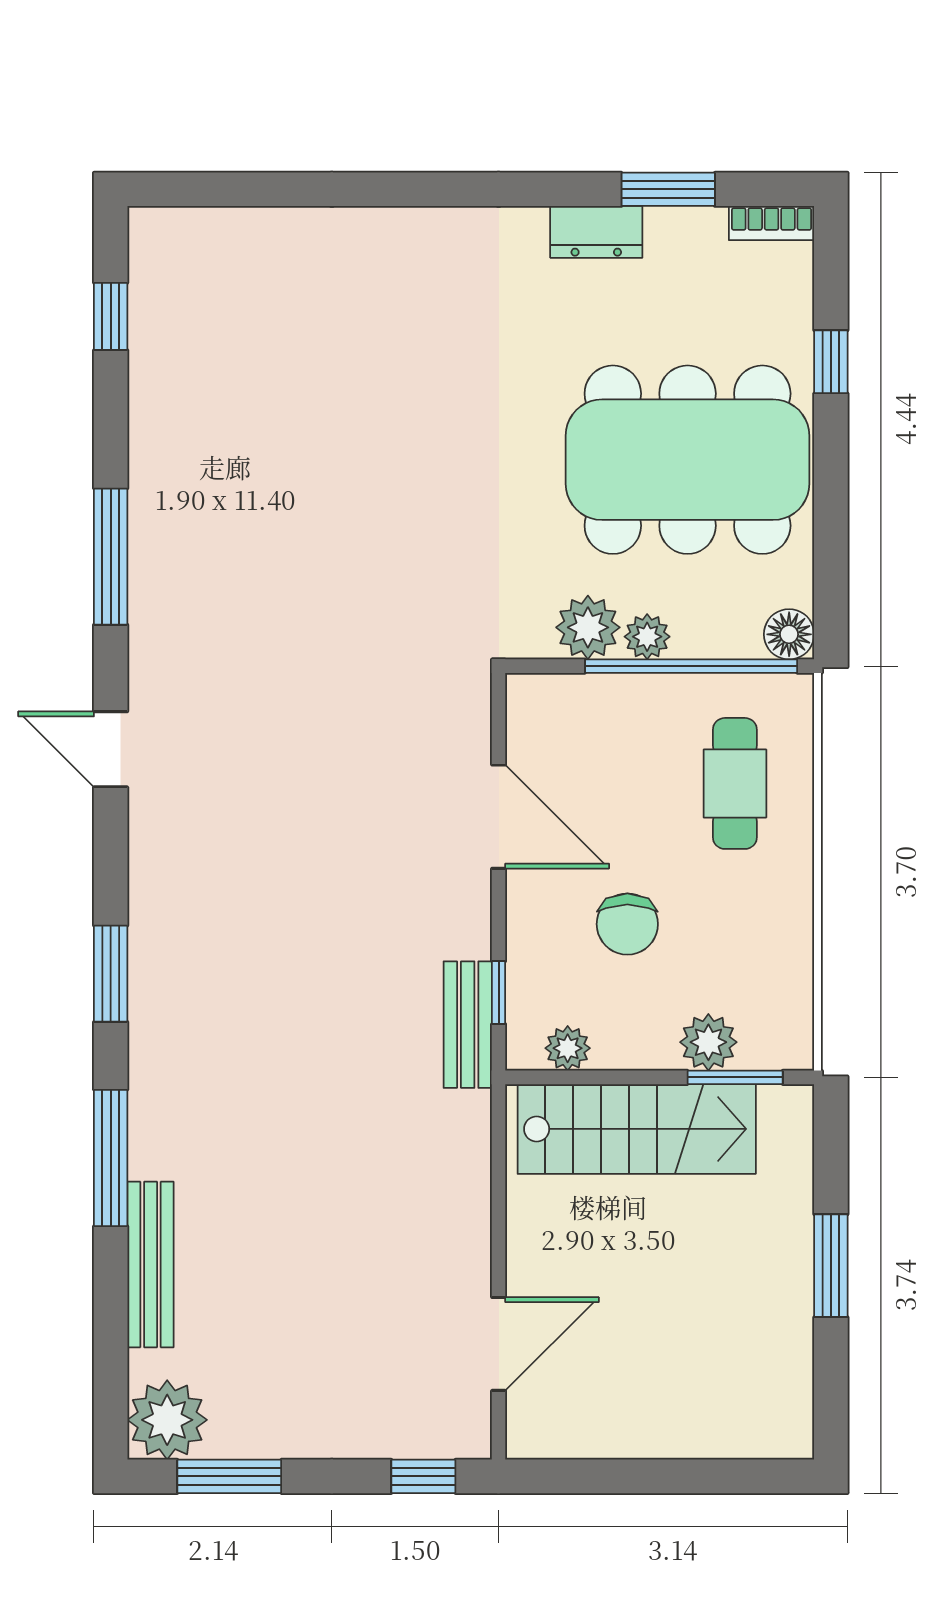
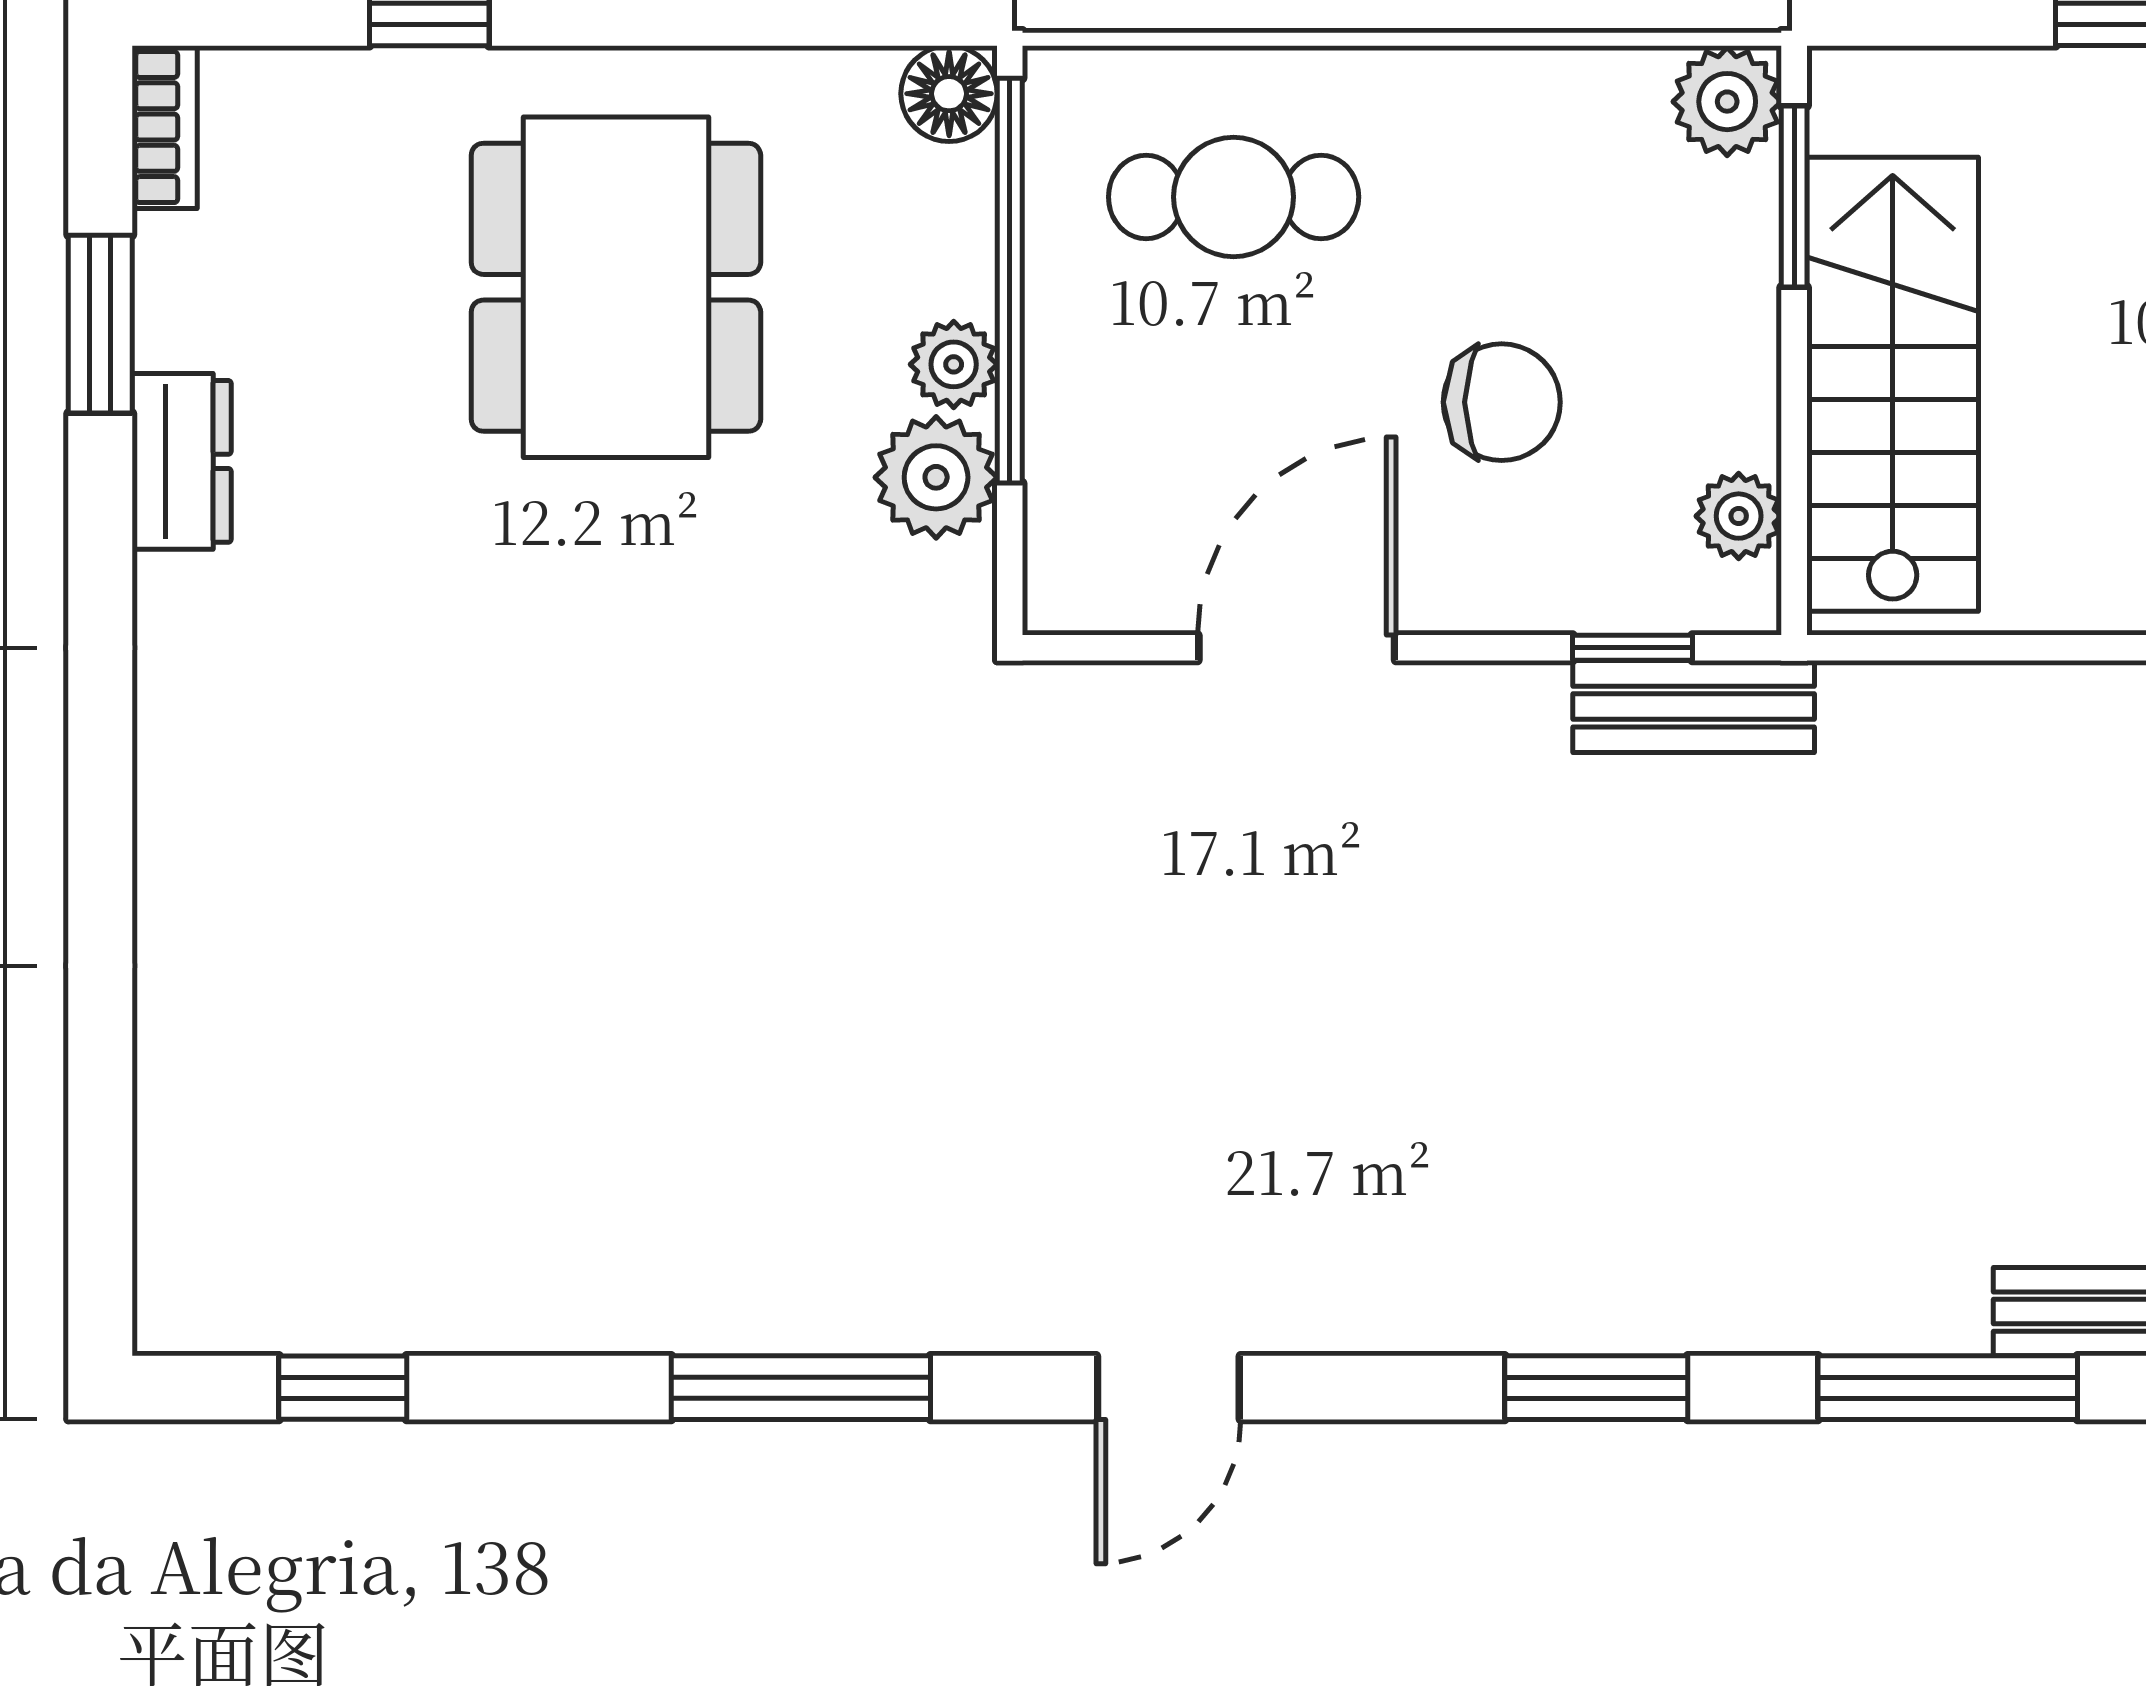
dining table: (688, 460) -> (616, 287), width x0.73, depth x0.80
plant: (708, 1042) -> (1727, 102), moved

